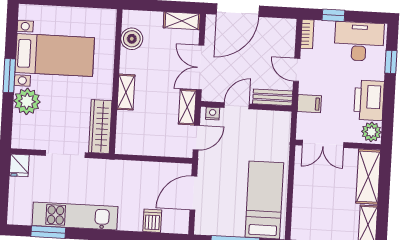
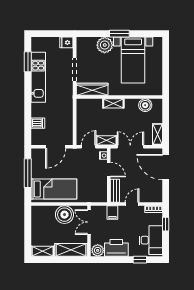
door: (196, 138) -> (89, 147), swing flipped
boiler: (308, 184) -> (64, 215), added
door: (193, 193) -> (56, 147), swing flipped

